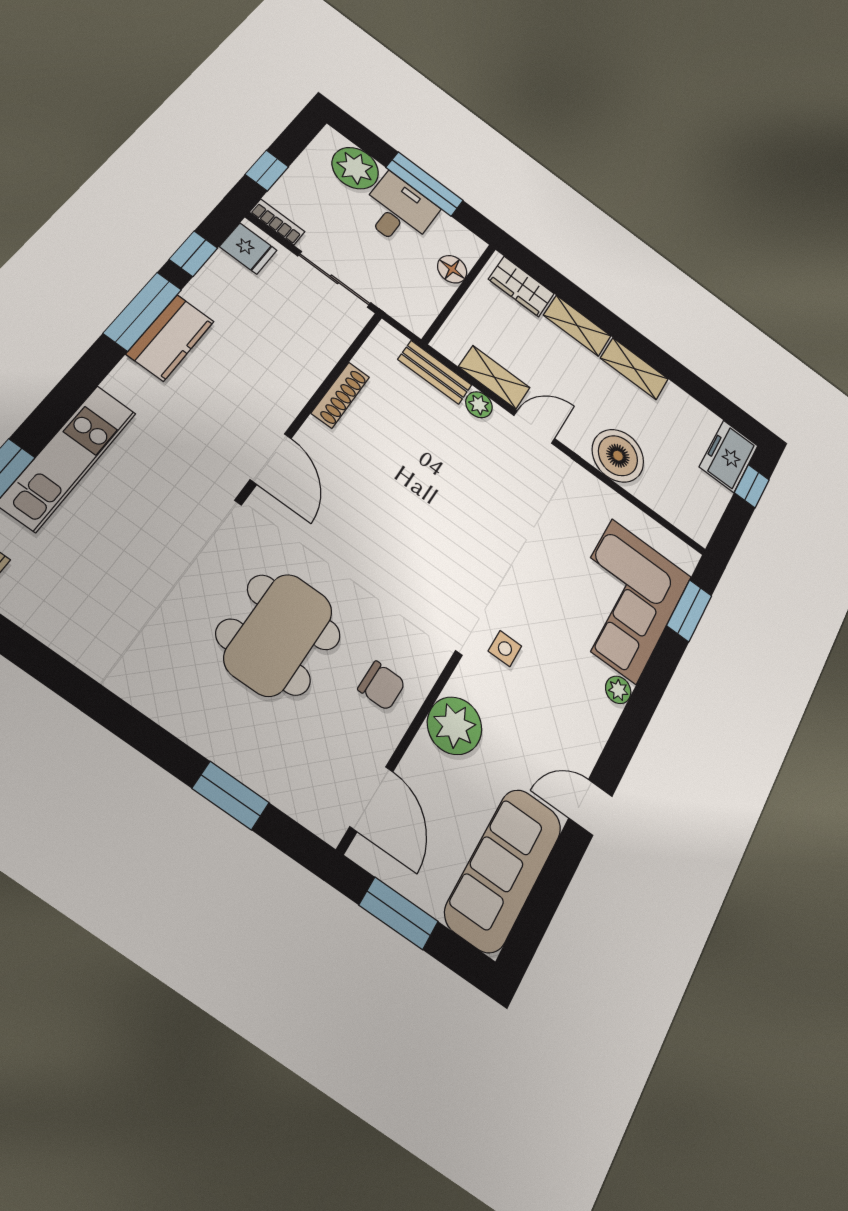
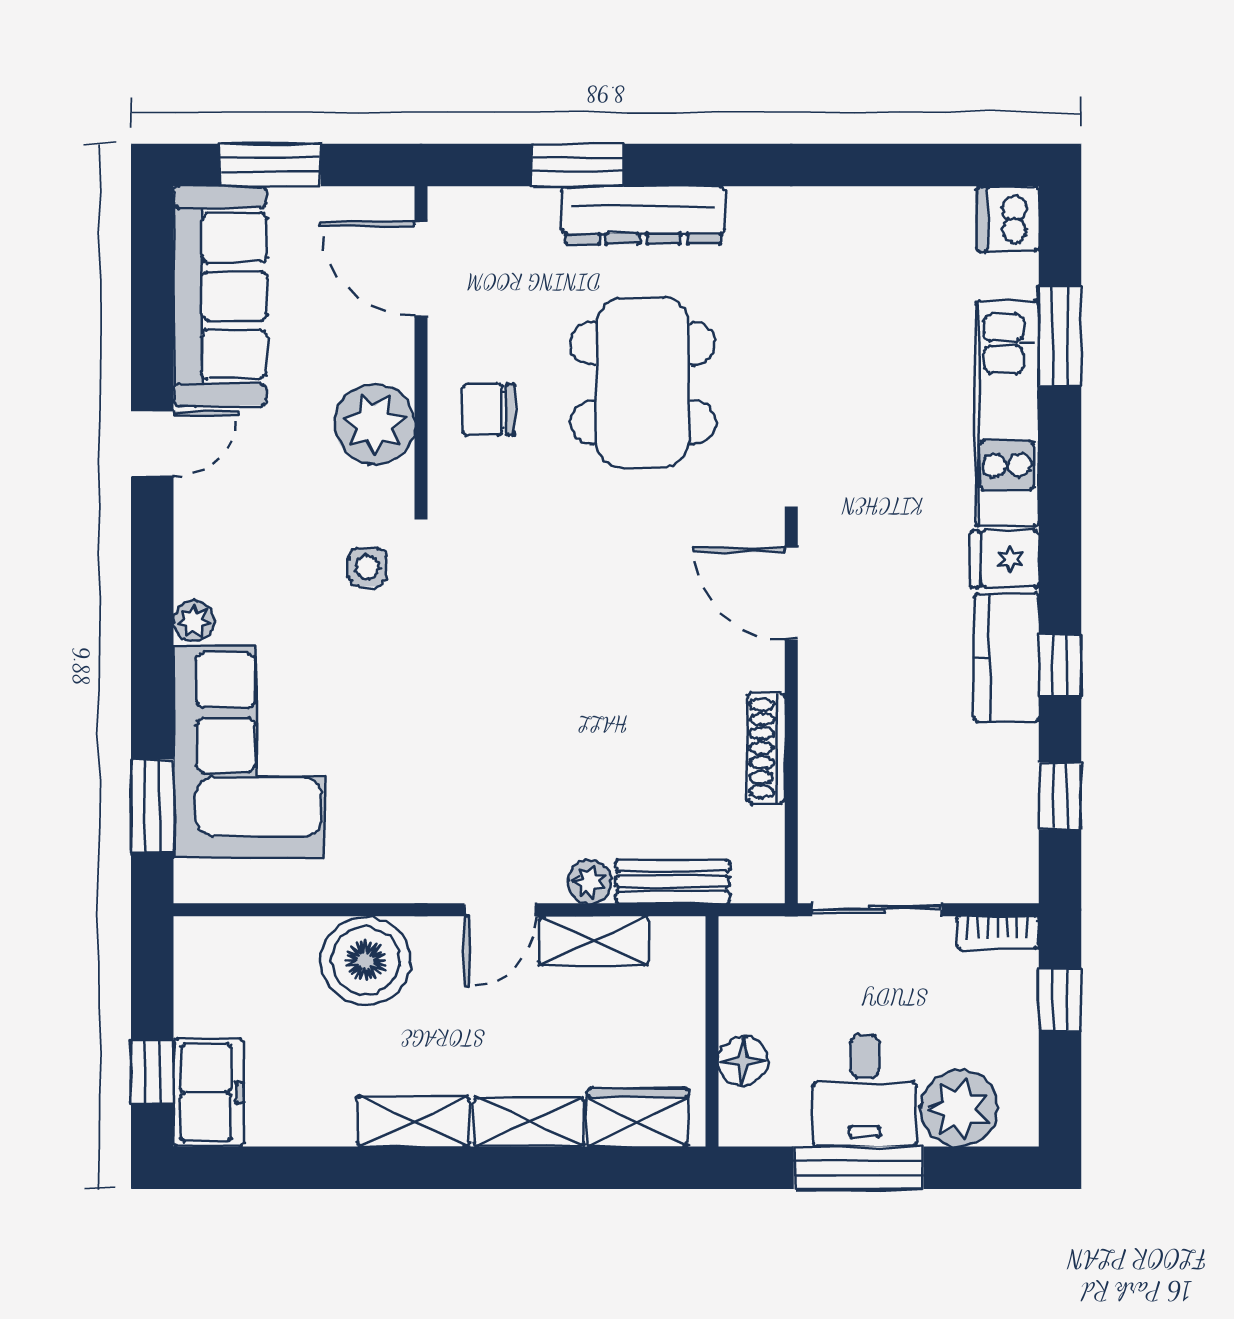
fridge: (248, 249) -> (1005, 559), moved
window: (143, 311) -> (1060, 665), width x0.46
dresser: (210, 734) -> (643, 215), added
window: (399, 913) -> (270, 165), moved

